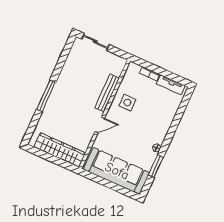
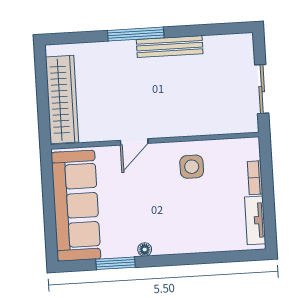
sliding door: (95, 42) -> (262, 89), moved
bench: (107, 93) -> (170, 47), moved
door: (100, 125) -> (134, 142), hinge flipped

